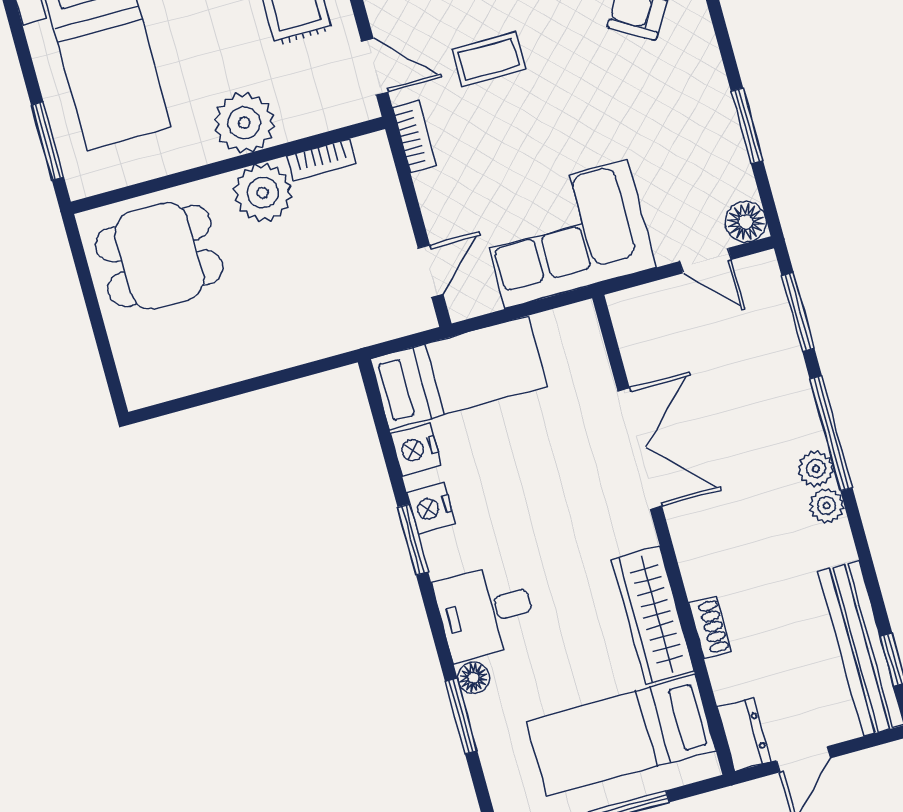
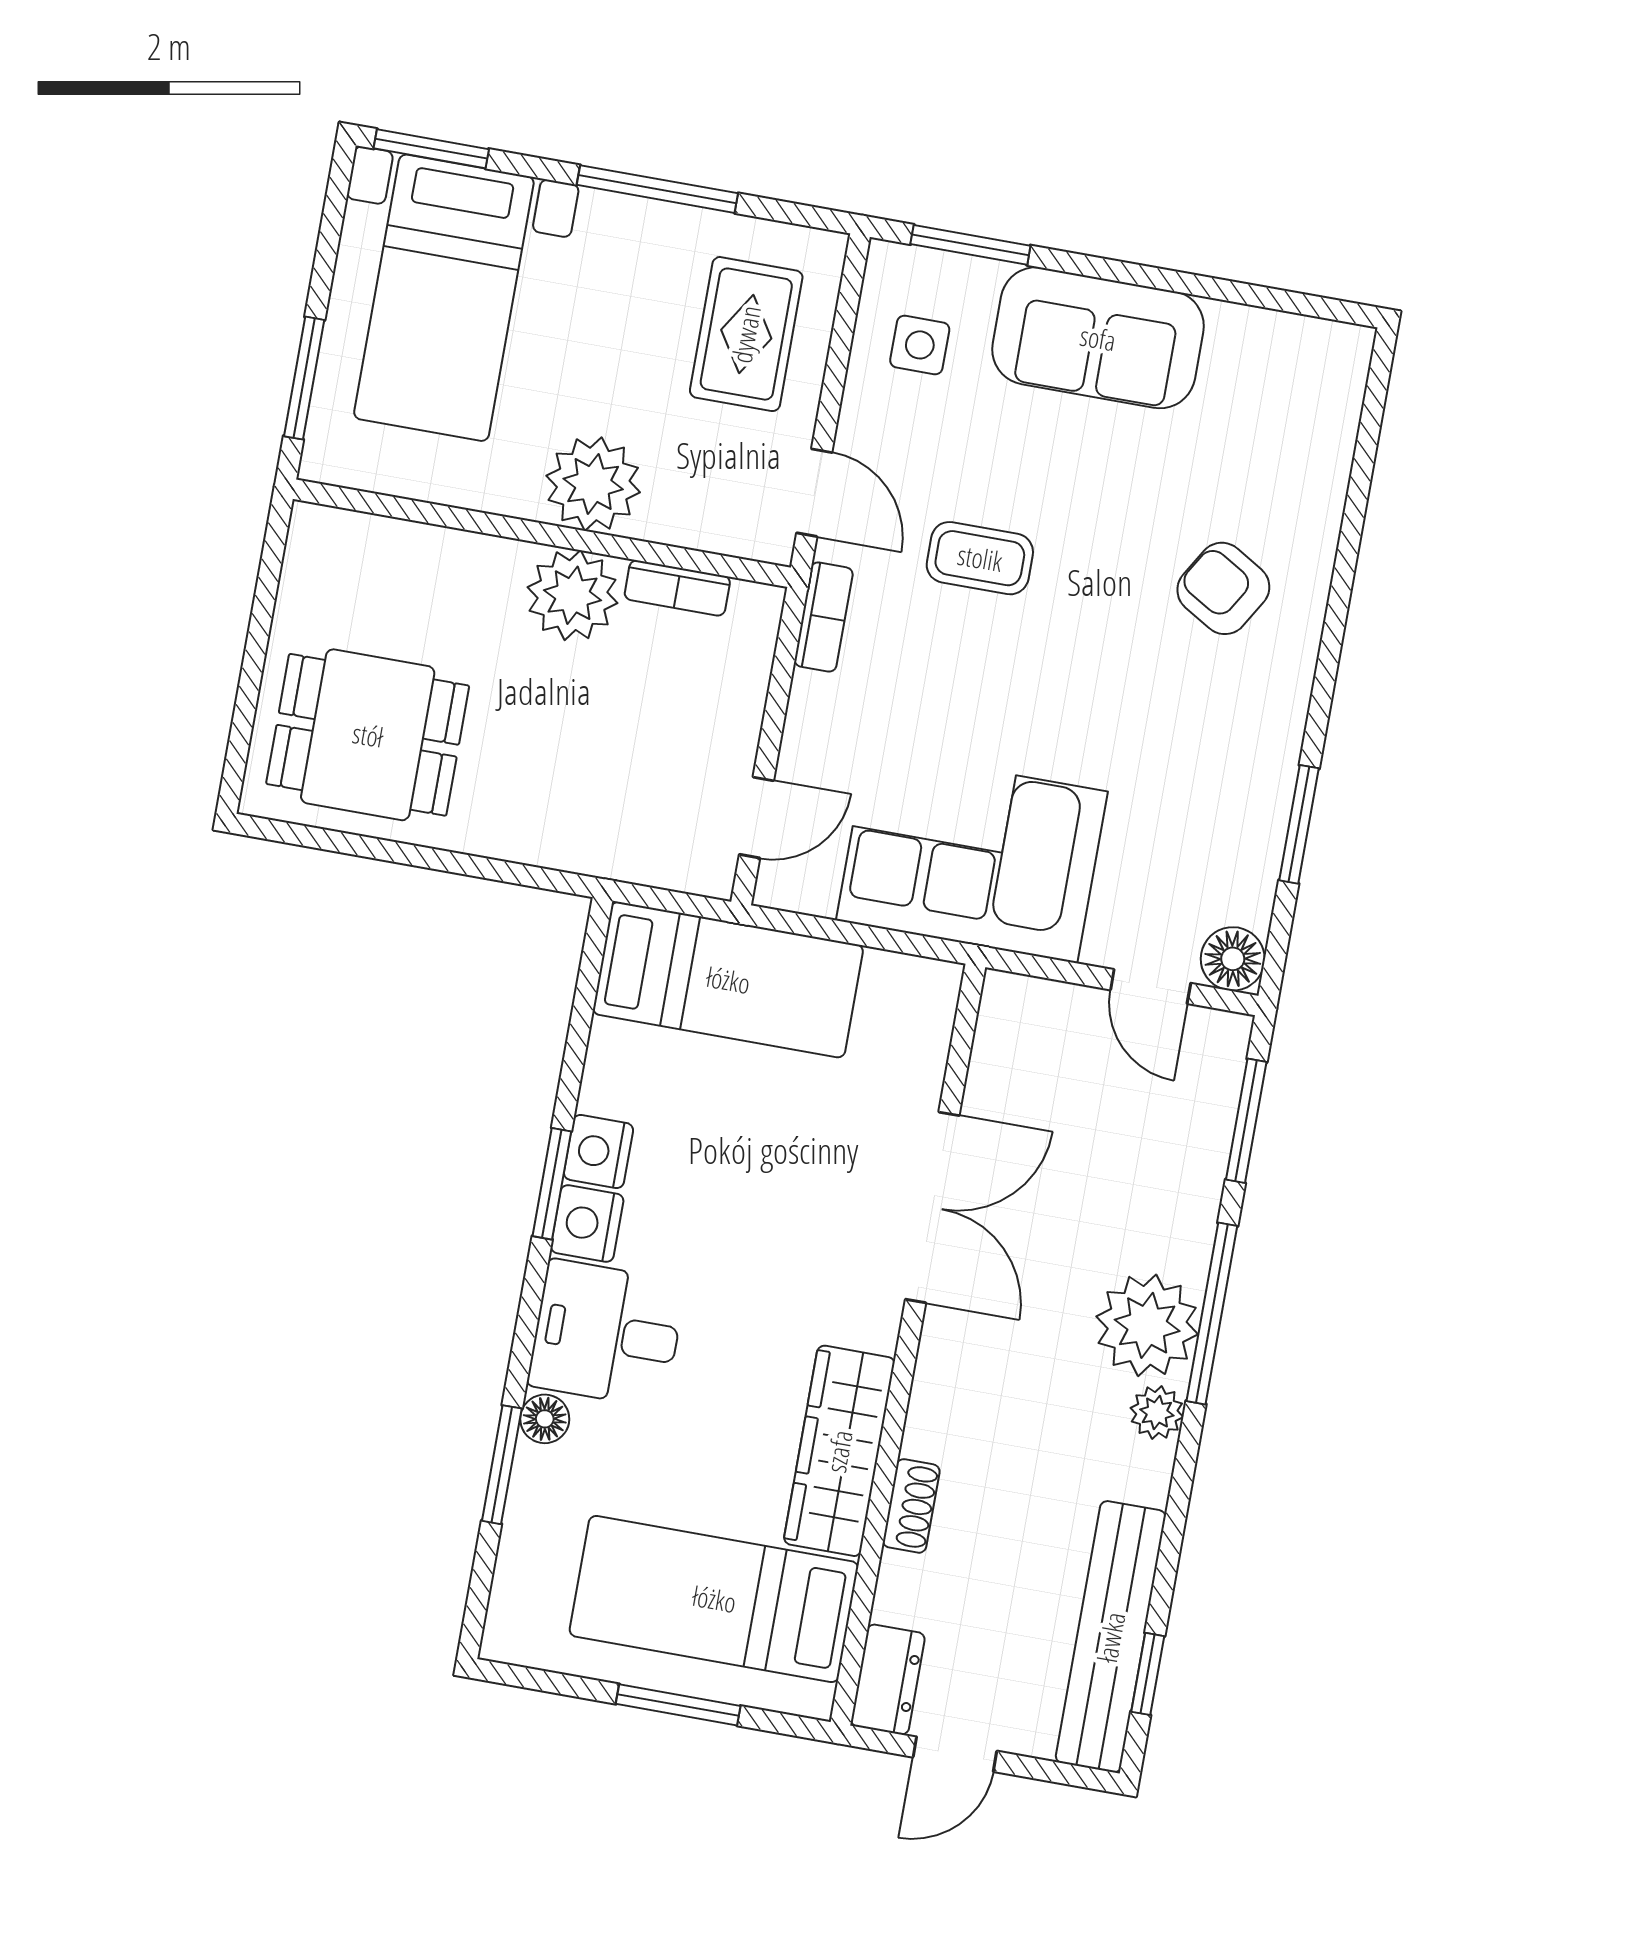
dining table: (159, 256) -> (368, 735), moved
nightstand: (416, 449) -> (587, 1223), moved
plant: (816, 469) -> (1147, 1325), width x1.88, depth x1.88

